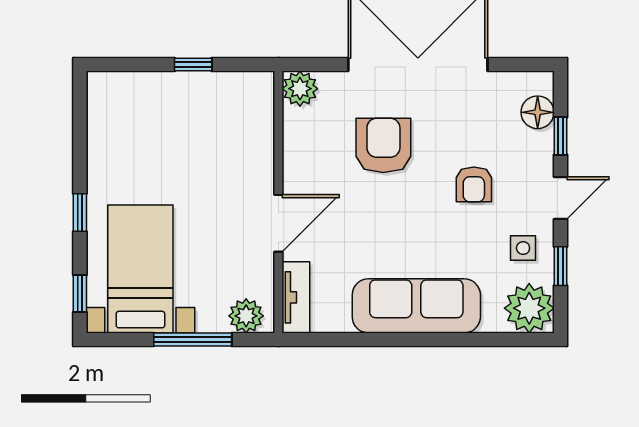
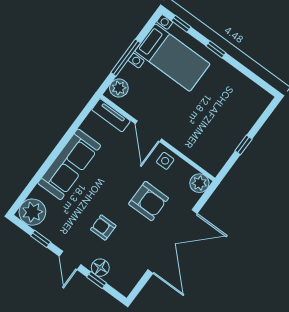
floor lamp: (538, 112) -> (100, 268), moved
side table: (523, 248) -> (165, 161), moved

